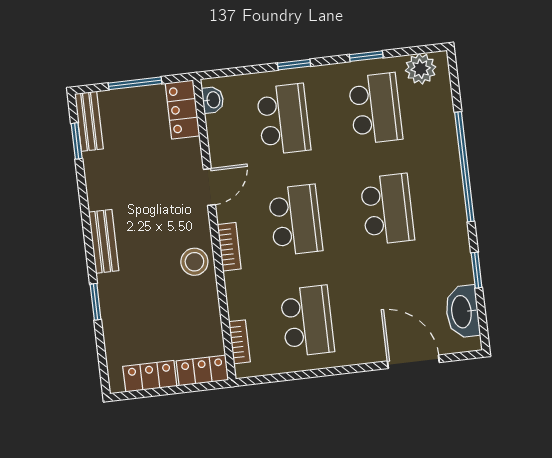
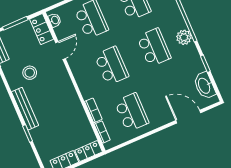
door: (209, 187) -> (61, 51), moved
plant: (451, 207) -> (184, 37), added
bench: (104, 241) -> (25, 109), width x1.36
bookcase: (229, 247) -> (93, 110), moved
stool: (194, 262) -> (30, 73), moved

